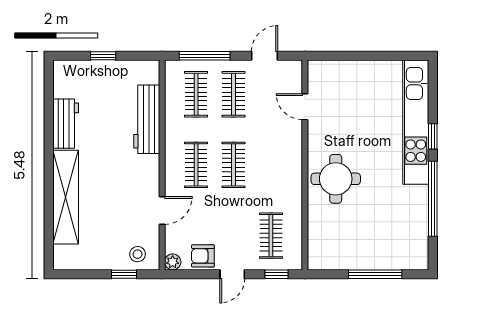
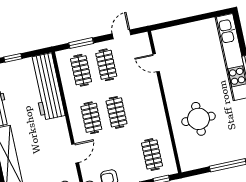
window: (205, 56) -> (81, 43), width x0.69
workbench: (147, 119) -> (47, 87), width x1.36, depth x1.32
round table: (336, 179) -> (198, 119), moved

